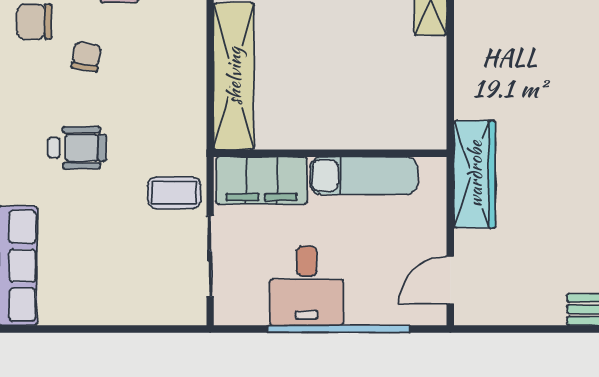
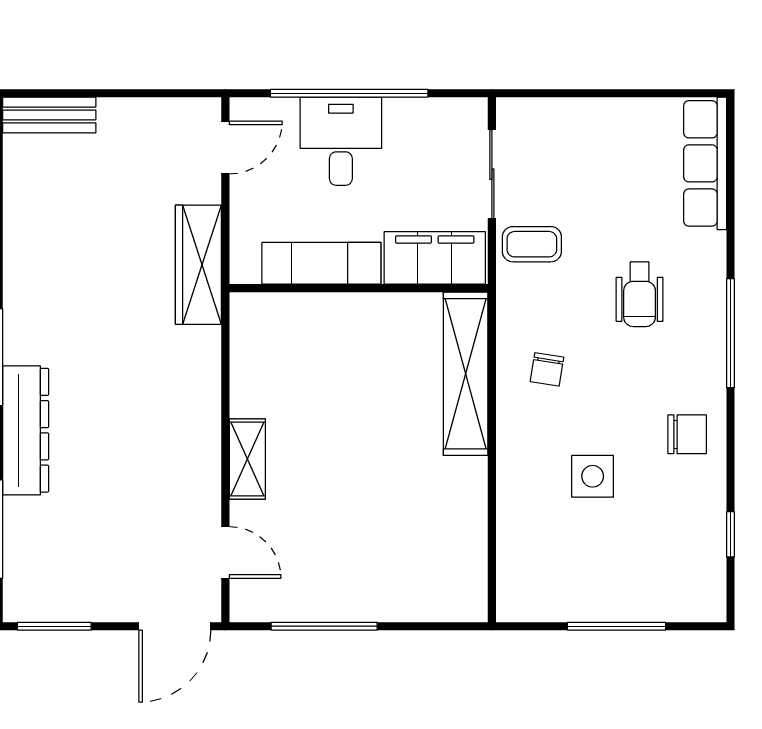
chair: (86, 57) -> (547, 369), moved
wheelchair: (77, 148) -> (640, 294), turned -90
desk: (307, 286) -> (341, 141), moved

